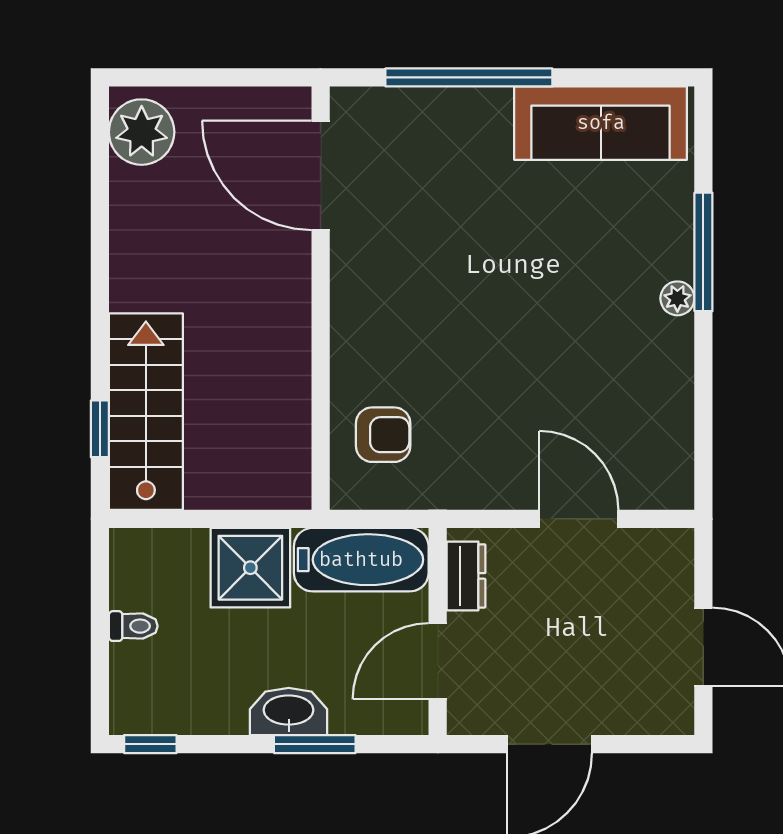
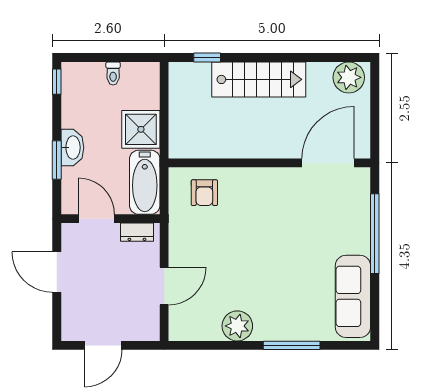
plant: (677, 298) -> (237, 326), moved, width x1.88, depth x1.88
stairs: (146, 412) -> (259, 79), moved

